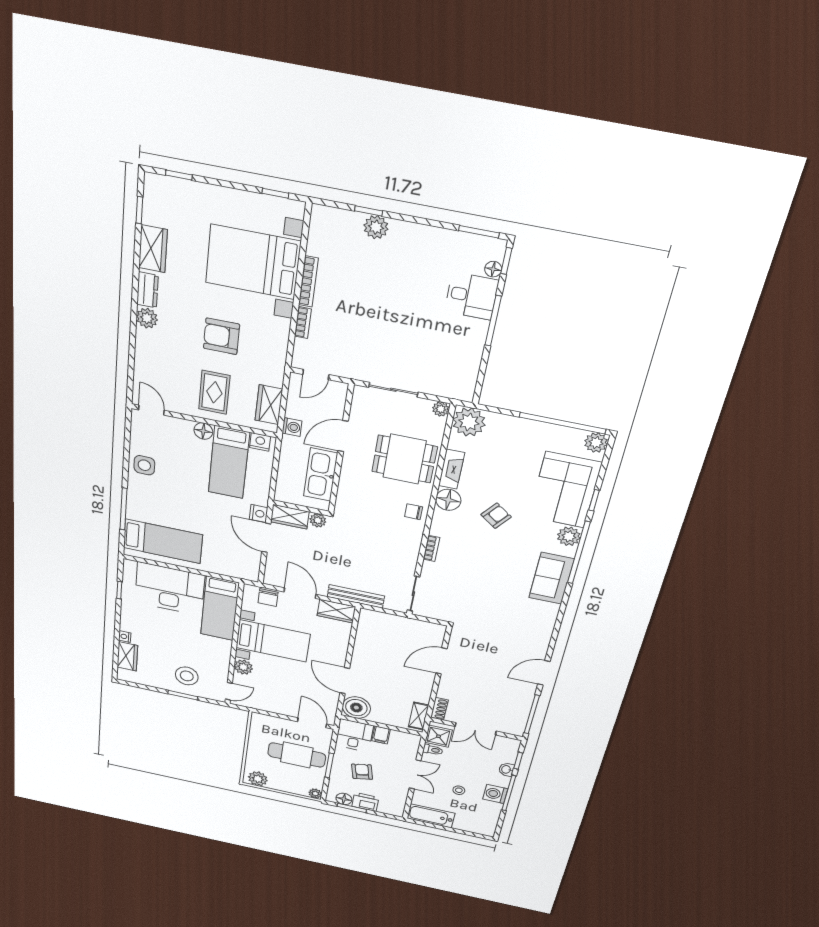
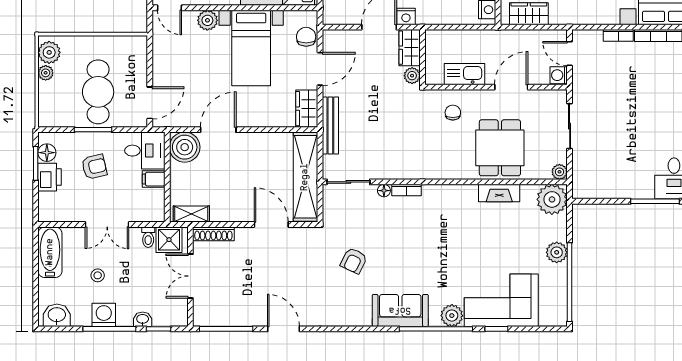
washing machine: (292, 427) -> (559, 75), moved, turned 90
door: (343, 436) -> (511, 87), hinge flipped
plant: (596, 443) -> (557, 252), moved
kitchen sink: (321, 475) -> (465, 74), width x0.73, depth x0.81
floor lamp: (448, 500) -> (384, 191), moved, width x0.53, depth x0.53
chair: (414, 512) -> (453, 113), moved
armchair: (496, 516) -> (354, 261), moved, turned 79
chair: (268, 597) -> (306, 37), turned 90
shelving: (401, 626) -> (305, 177), added
shoe rack: (439, 709) -> (213, 234), width x1.43
plant: (315, 794) -> (46, 73), moved
washbasin: (487, 824) -> (57, 315), added

